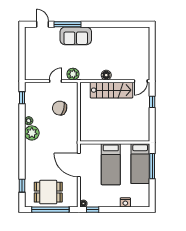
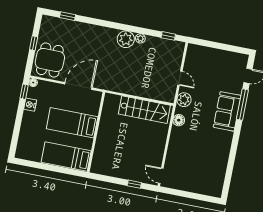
floor lamp: (106, 75) -> (179, 120), moved
stairs: (111, 90) -> (144, 110), moved, turned -90
chair: (60, 108) -> (148, 77), removed
window: (152, 166) -> (61, 170), removed
dining table: (48, 192) -> (50, 60), moved
nightstand: (125, 202) -> (30, 105), moved
window: (50, 210) -> (34, 43), width x0.32

